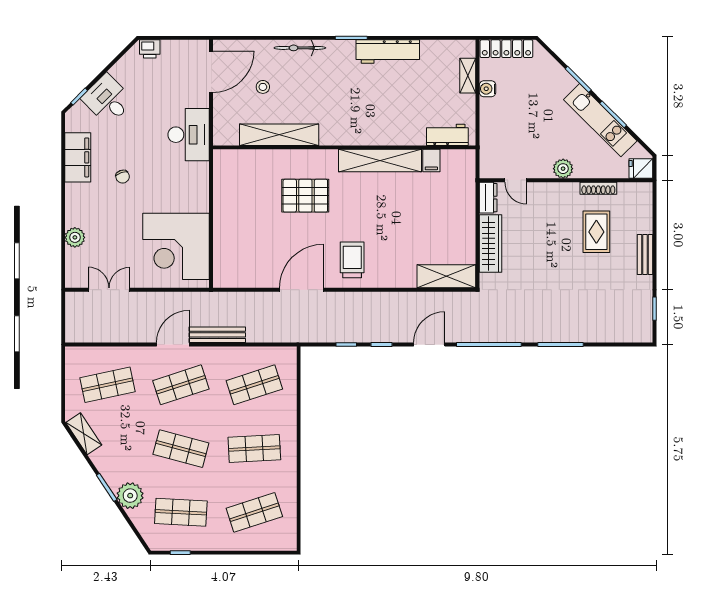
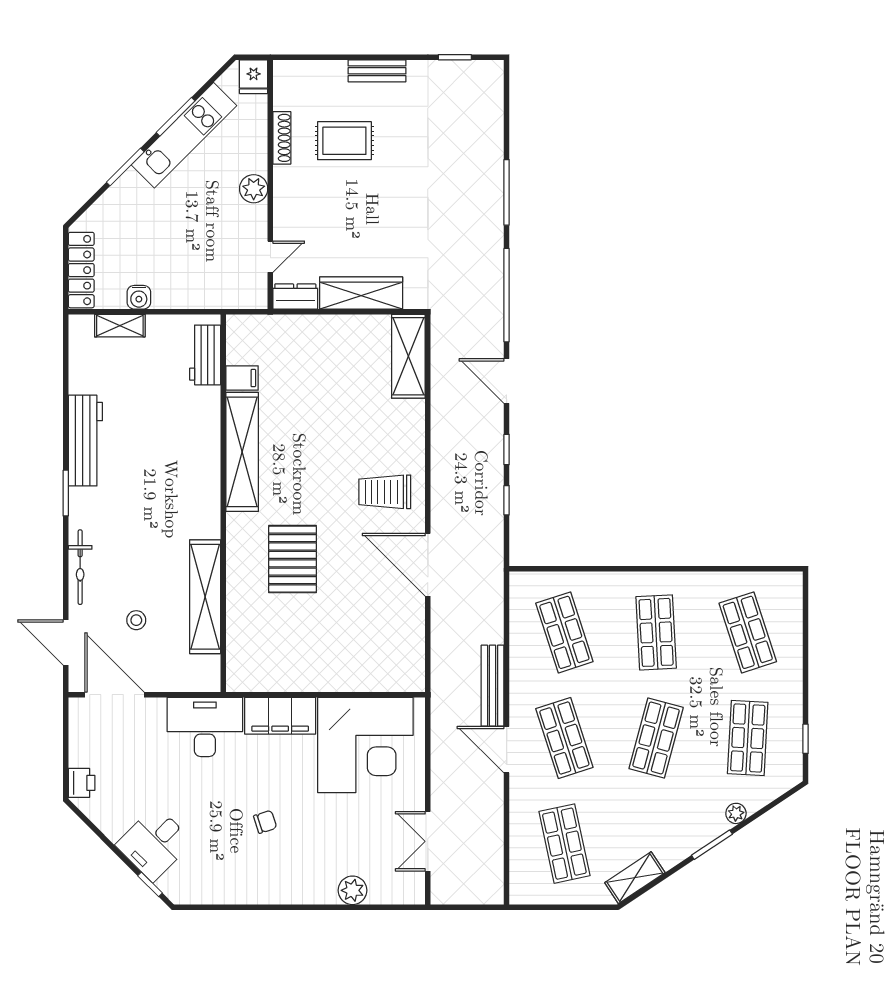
door: (247, 38) -> (66, 642), added
filing cabinet: (78, 157) -> (280, 716), moved, turned 180
plant: (130, 496) -> (736, 813), width x0.53, depth x0.53

